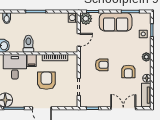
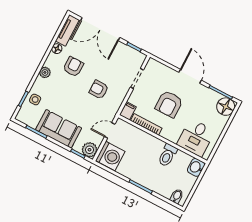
washing machine: (73, 18) -> (110, 156), width x1.89, depth x1.89
filing cabinet: (32, 61) -> (128, 111), moved
double door: (123, 108) -> (100, 29), width x1.37

